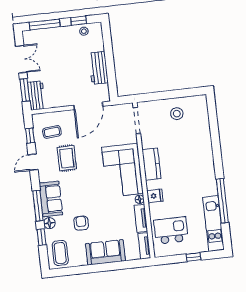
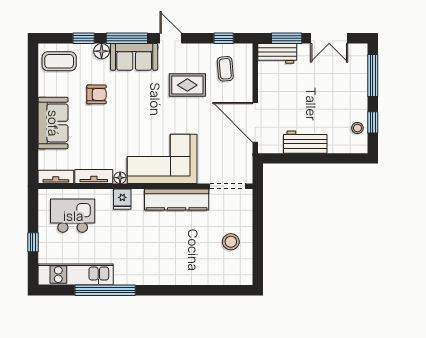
door: (33, 162) -> (171, 38), moved
kitchen counter: (151, 164) -> (177, 199), width x1.50
kitchen island: (171, 231) -> (73, 216), turned -90

